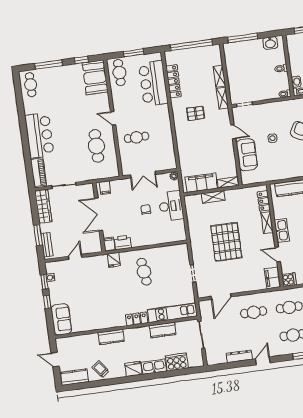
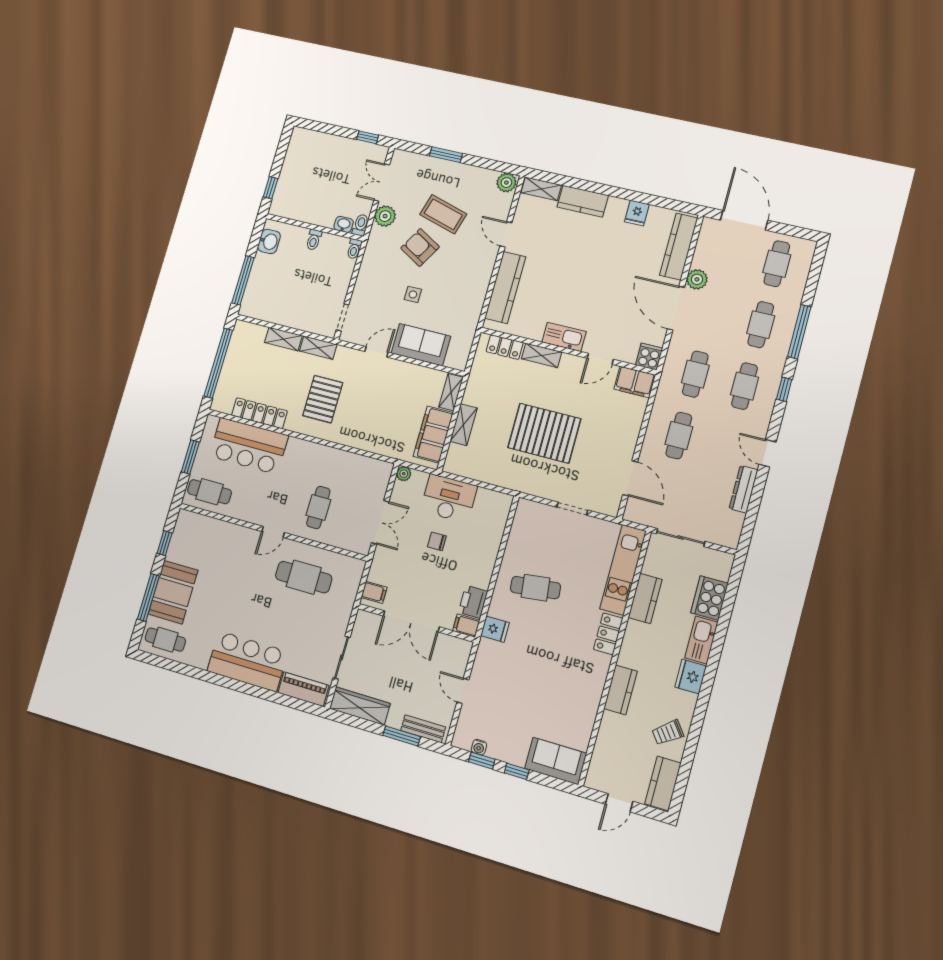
booth: (95, 77) -> (173, 592), moved, turned 90
pallet: (196, 113) -> (323, 399), width x1.50, depth x1.42

